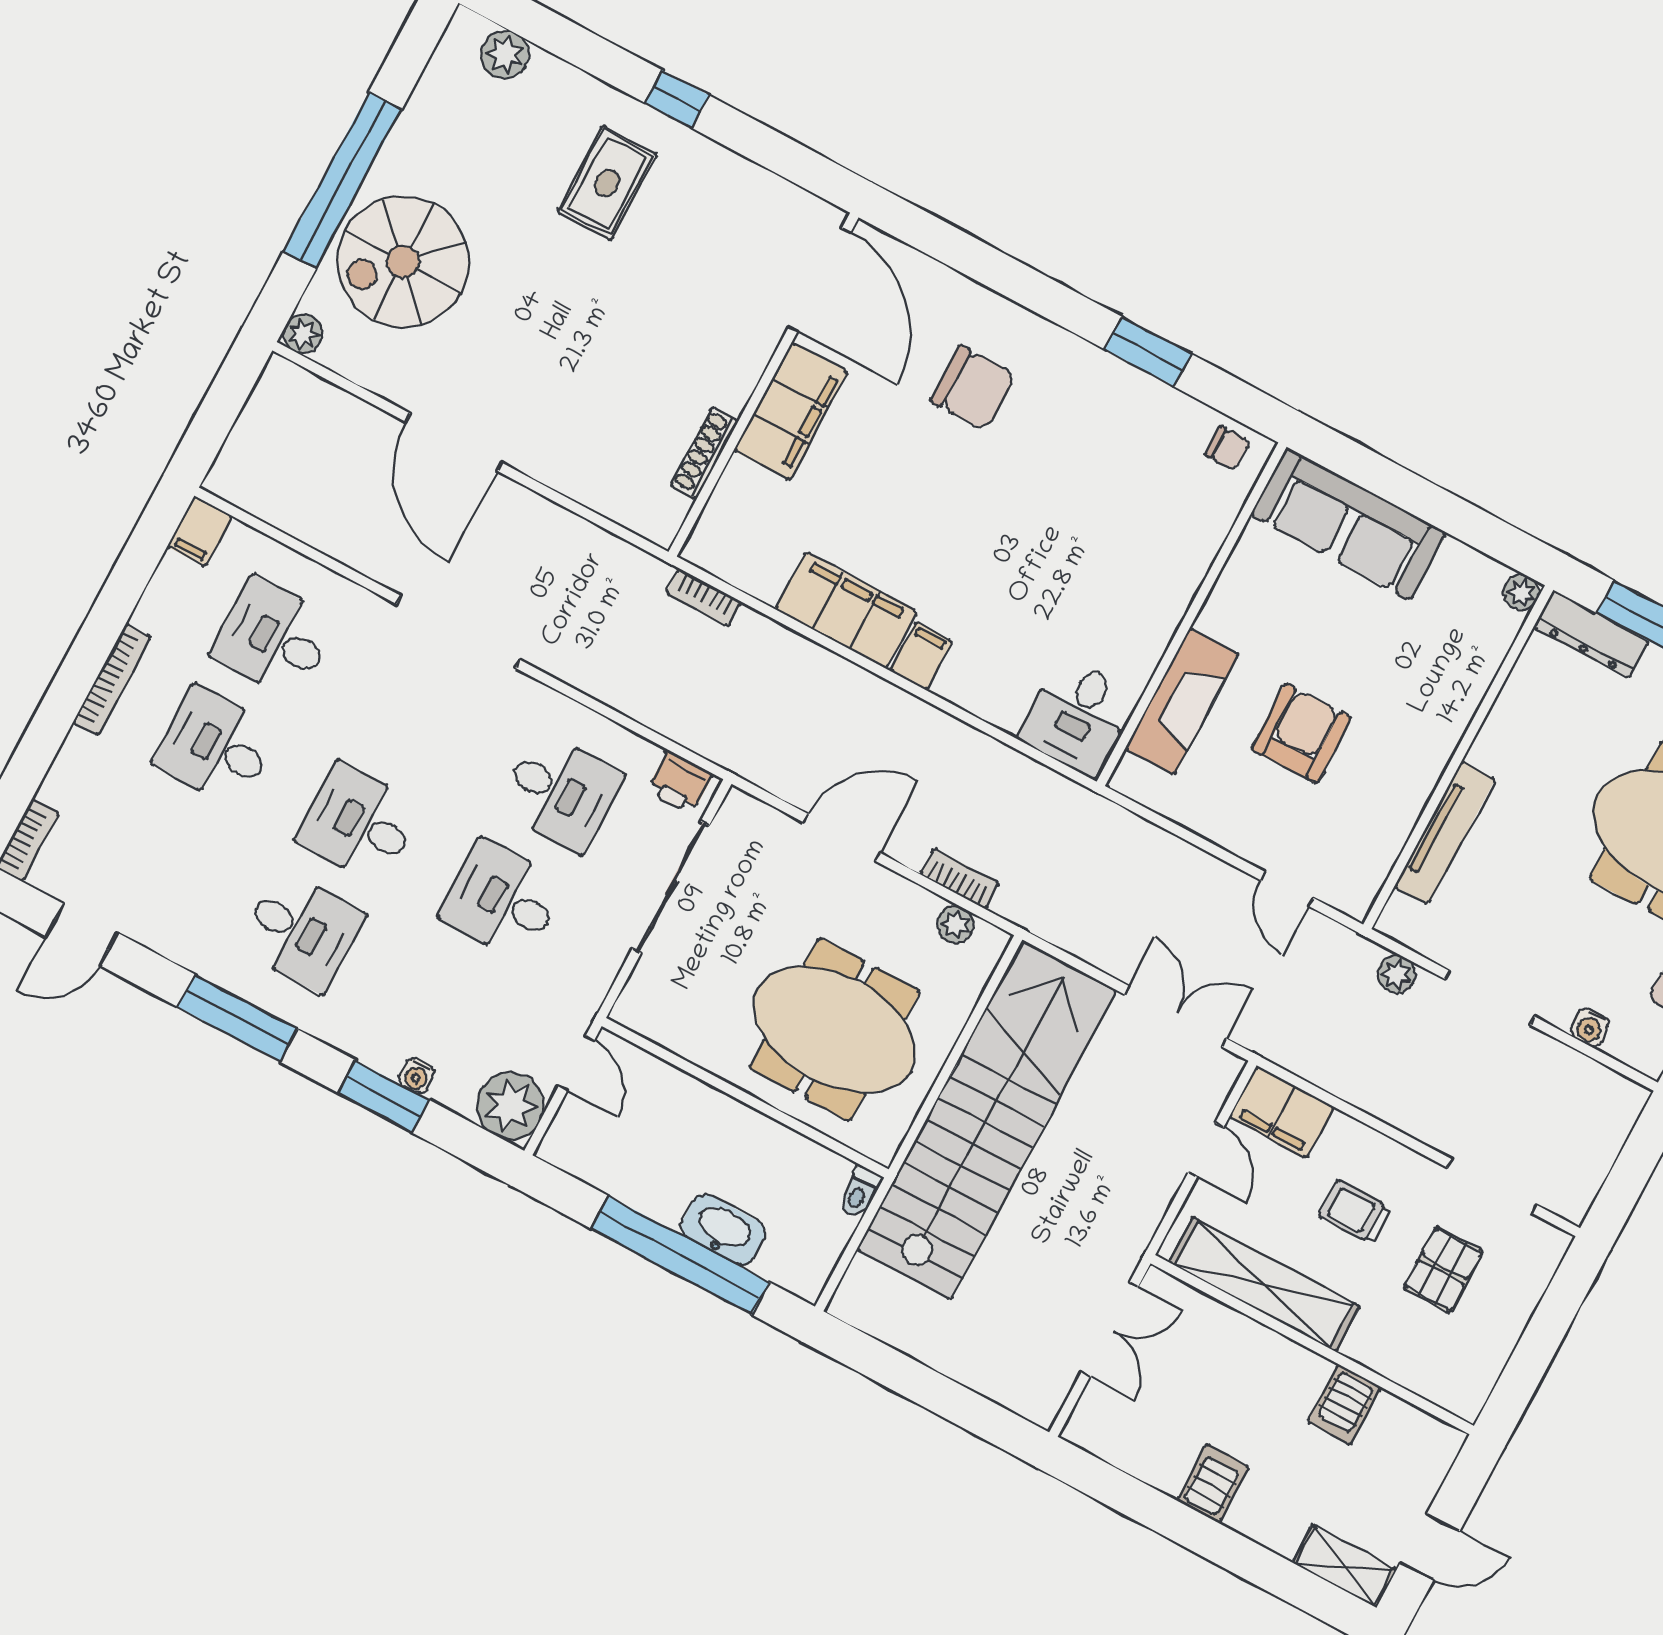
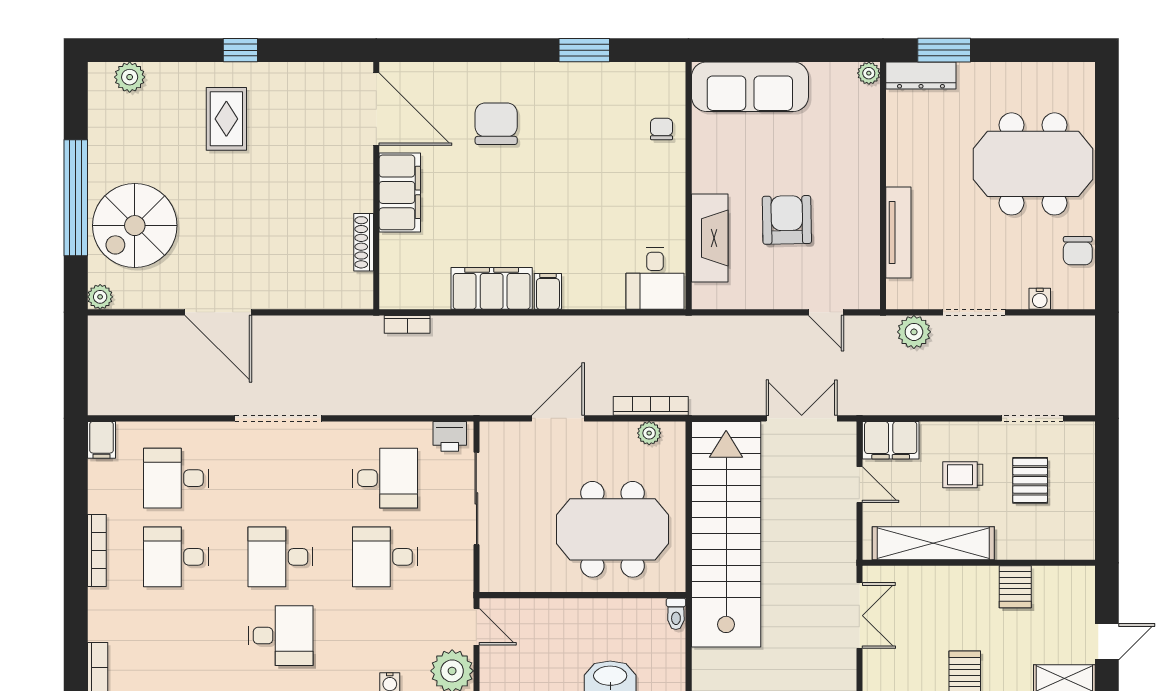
chair: (973, 388) -> (496, 124), turned -90
chair: (1228, 448) -> (661, 129), moved, turned -90
bookcase: (959, 879) -> (651, 406), width x1.56
plant: (1396, 974) -> (914, 332), width x1.38, depth x1.38

